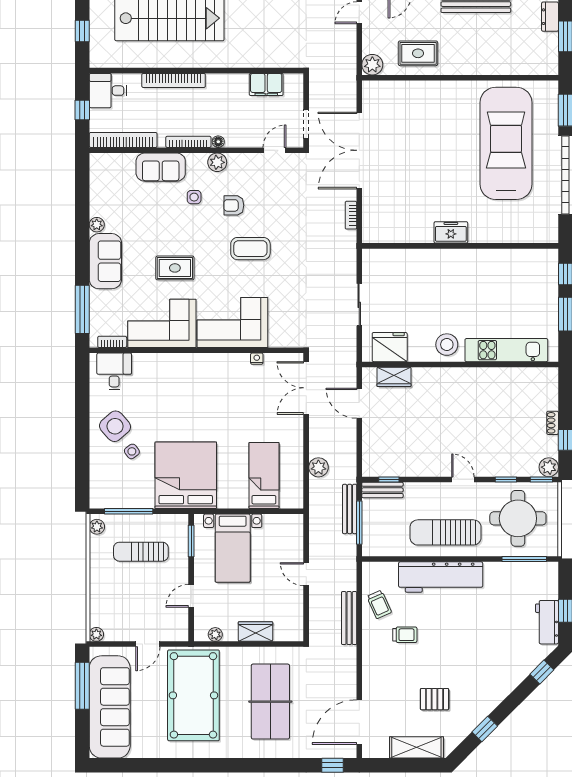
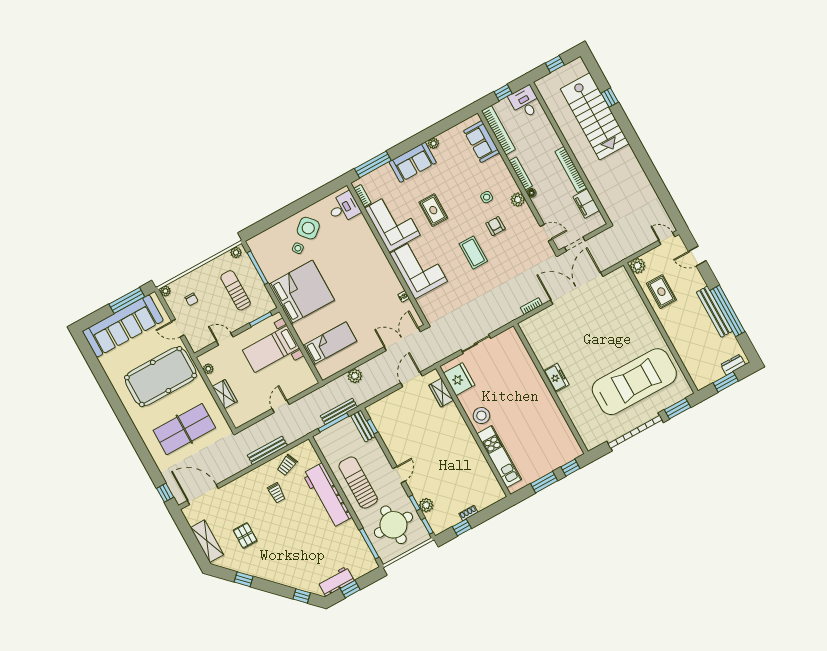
bookcase: (174, 80) -> (571, 170), moved
sofa: (161, 167) -> (482, 142), moved
plant: (549, 467) -> (426, 505), moved
chair: (123, 609) -> (192, 299), added

